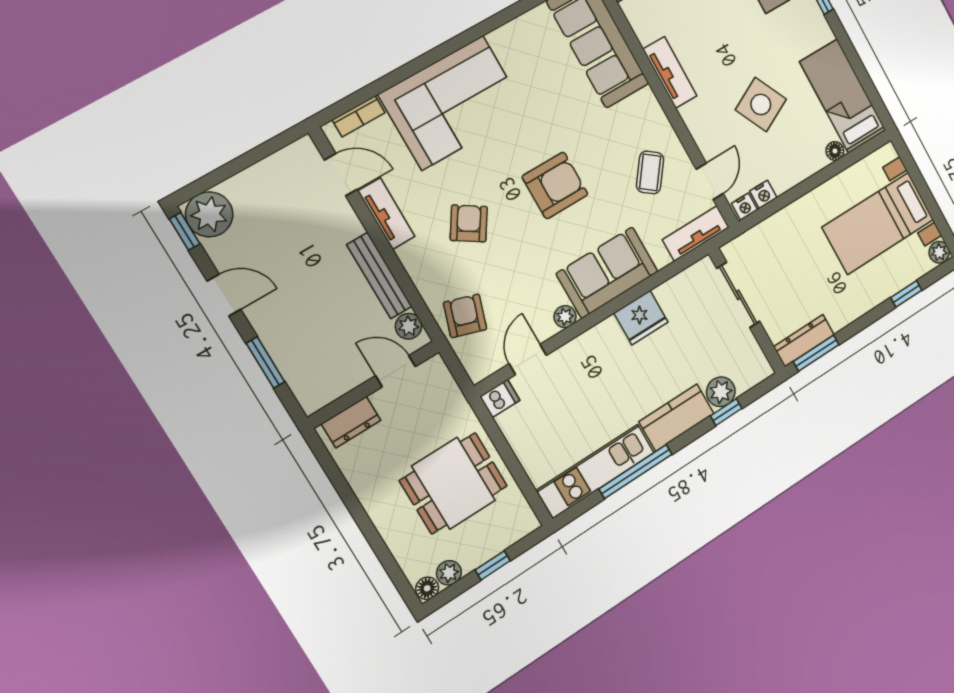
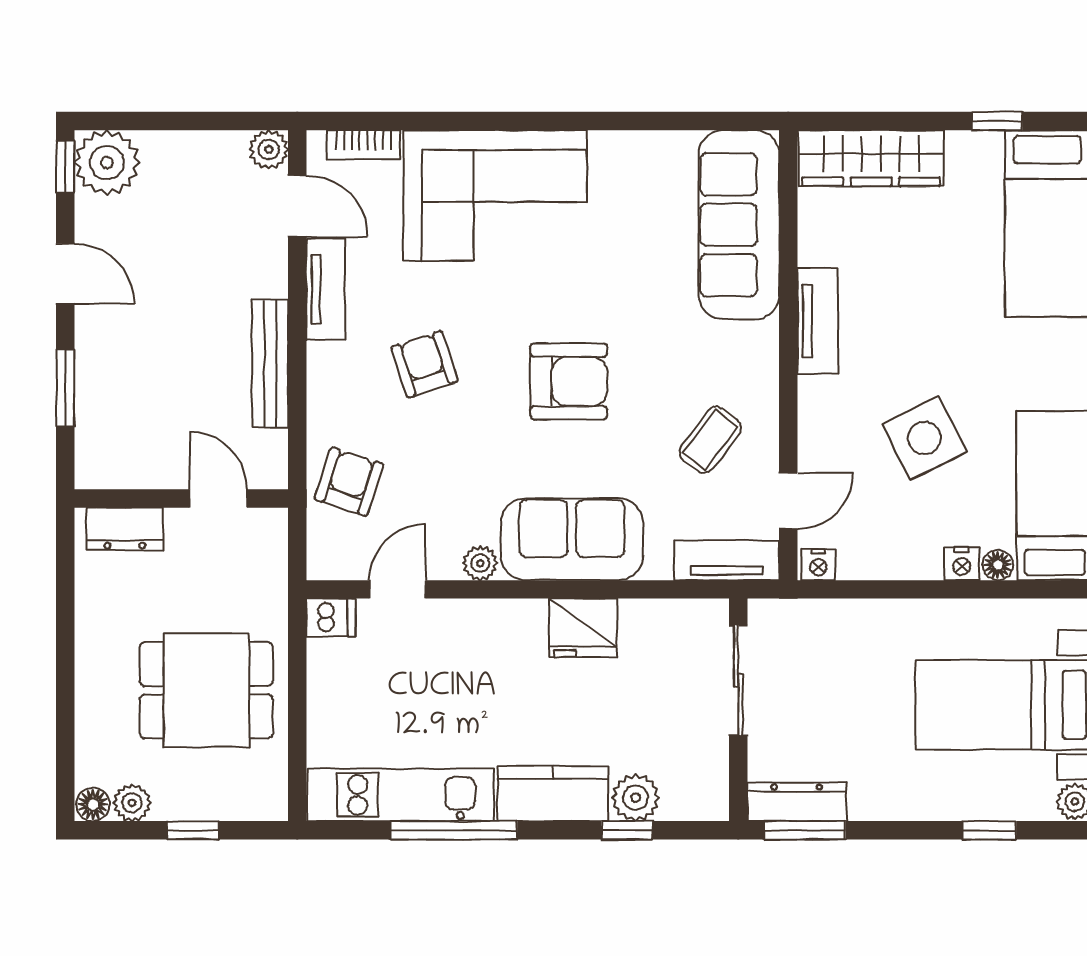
nightstand: (763, 194) -> (962, 564), moved
armchair: (469, 223) -> (424, 364), turned -51
plant: (409, 326) -> (269, 149), moved

